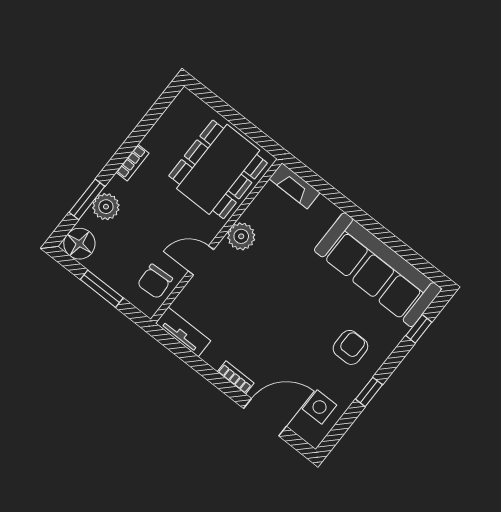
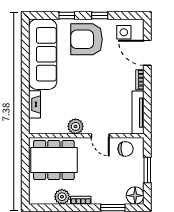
fireplace: (294, 186) -> (35, 104), moved
plant: (106, 207) -> (62, 197), moved
window: (419, 329) -> (67, 16), moved
tv unit: (183, 332) -> (138, 113), width x1.41
armchair: (350, 347) -> (87, 39), width x1.88, depth x1.88

